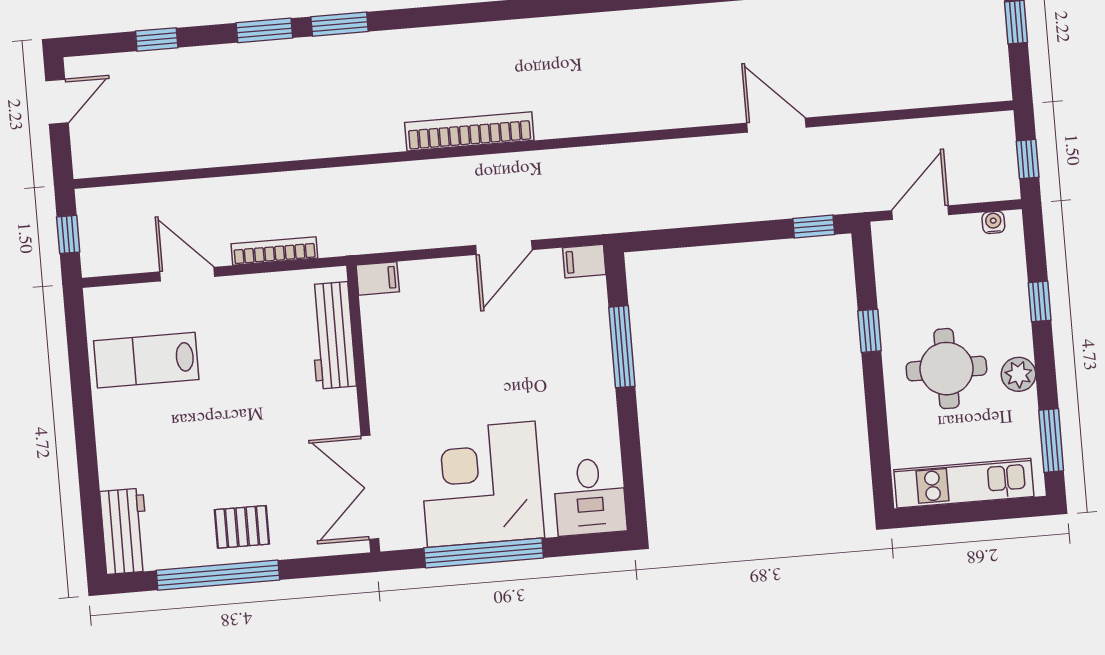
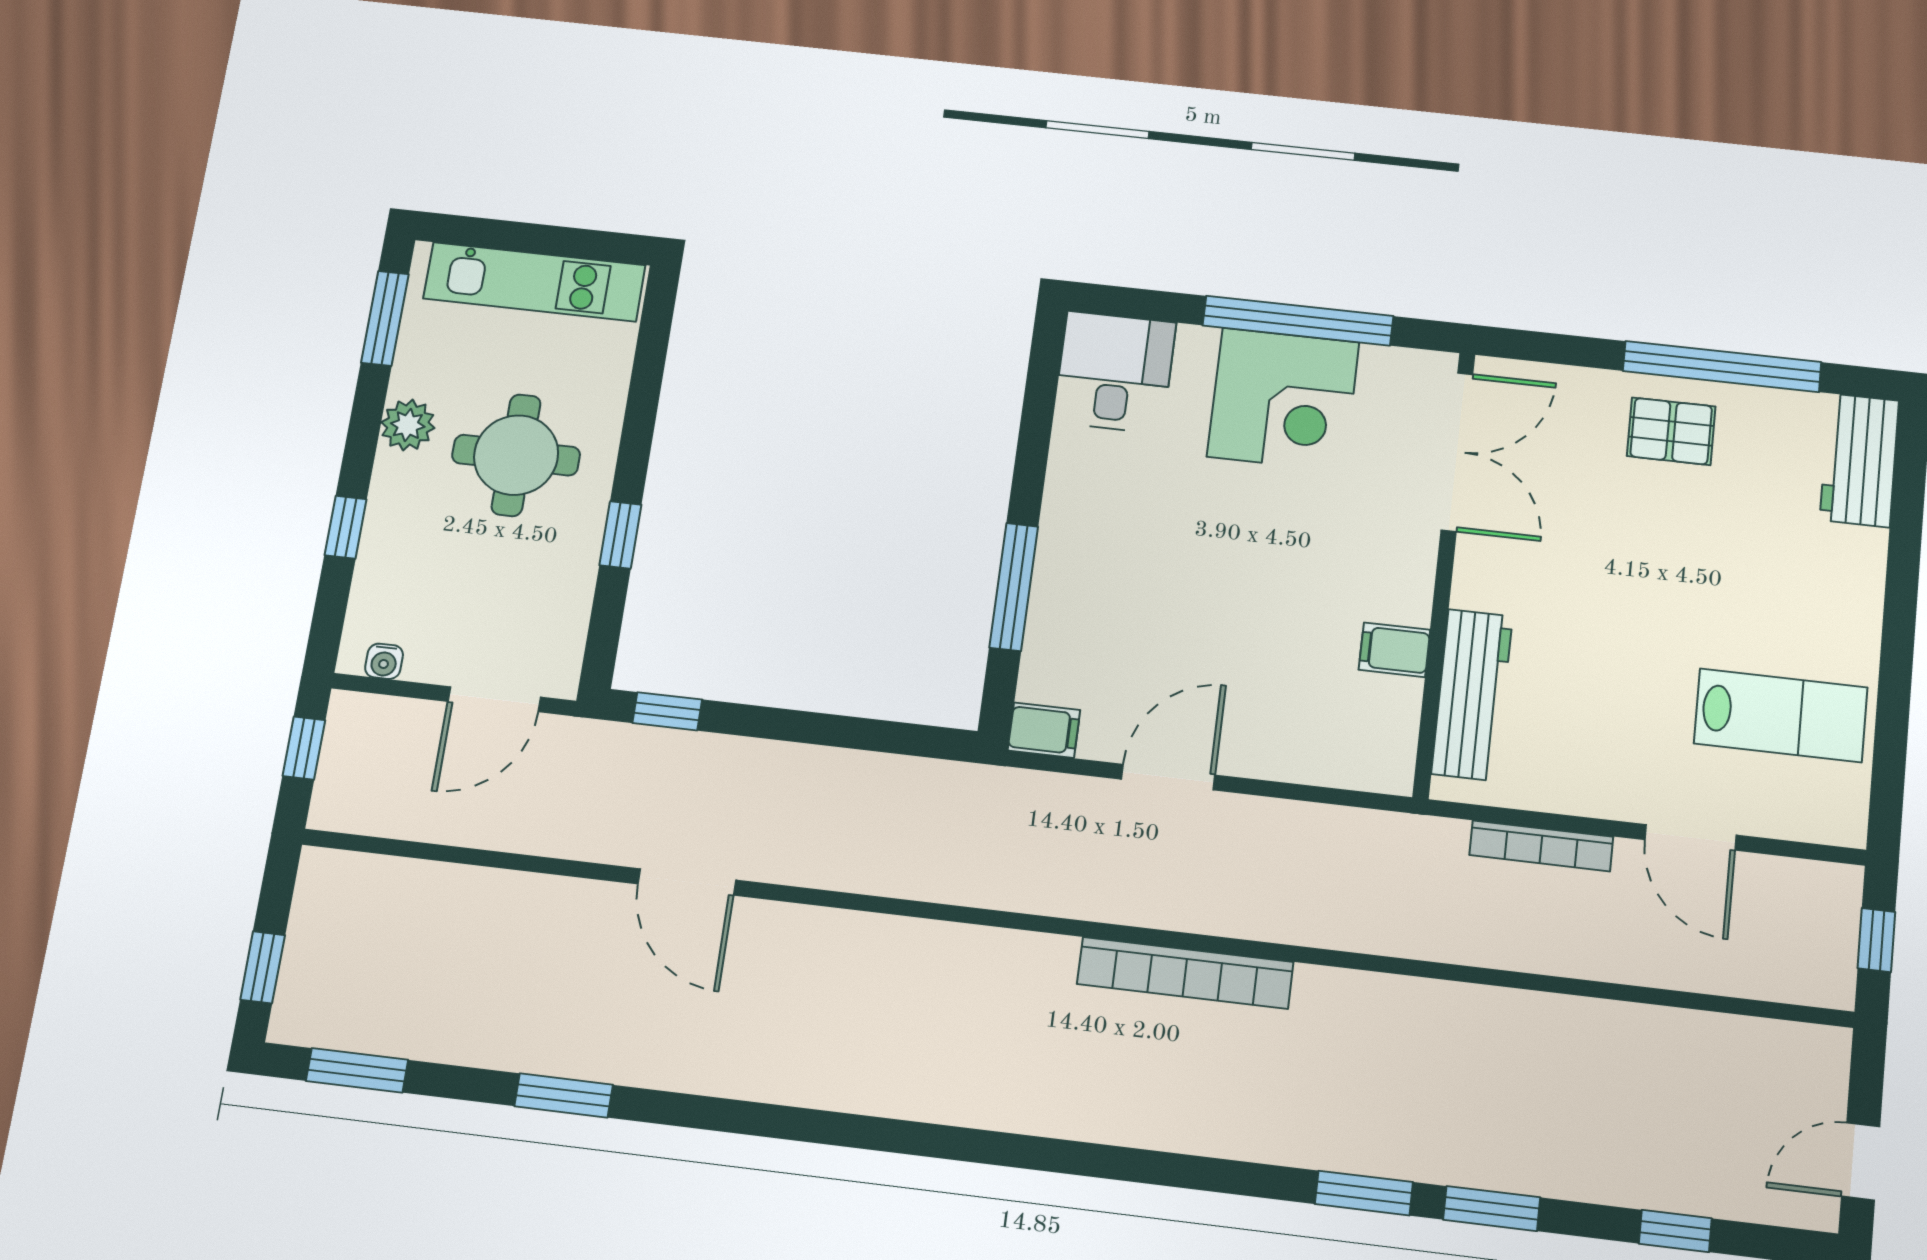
filing cabinet: (378, 278) -> (1394, 650), moved
corner desk: (481, 484) -> (1283, 399), width x0.74, depth x0.74

